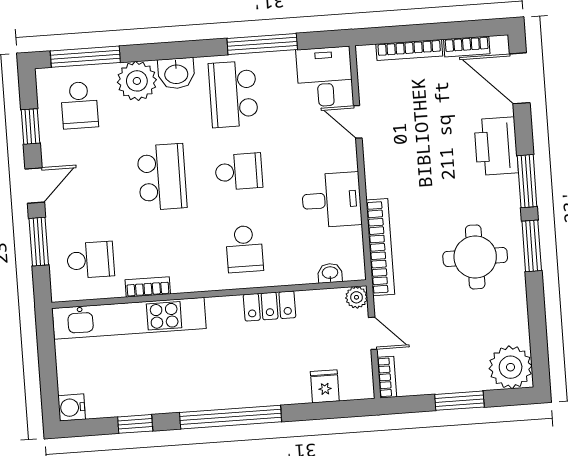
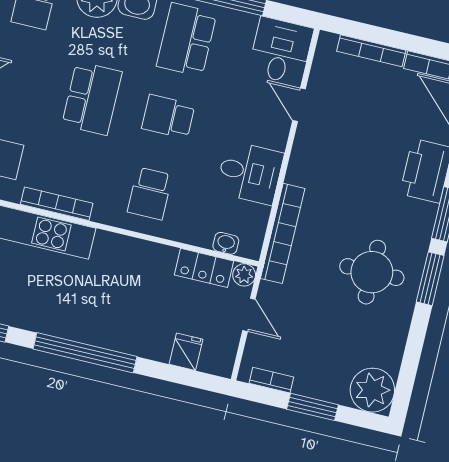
school desk: (239, 172) -> (168, 117), turned 180
bookcase: (148, 287) -> (57, 204), width x1.56
locker: (270, 306) -> (204, 268), moved
bookcase: (387, 377) -> (271, 380), moved, turned -90

